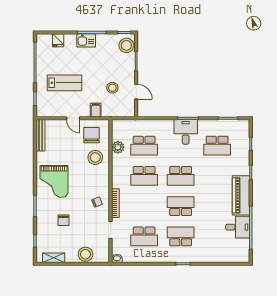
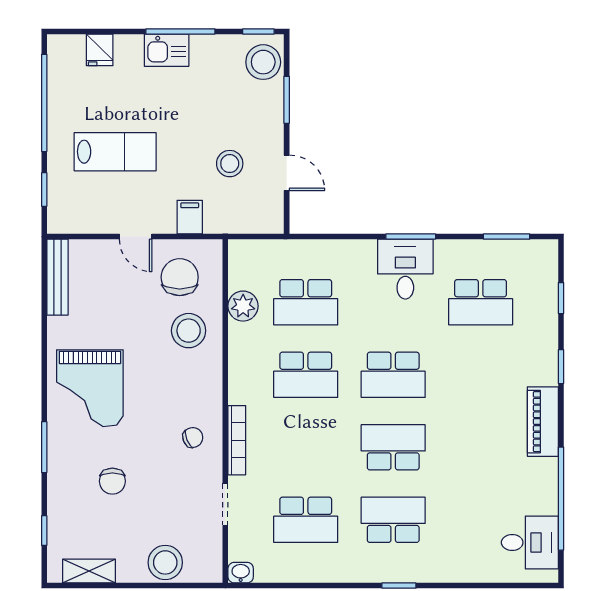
piano: (241, 195) -> (543, 422), width x0.73, depth x0.75
desk: (238, 227) -> (530, 542), moved

